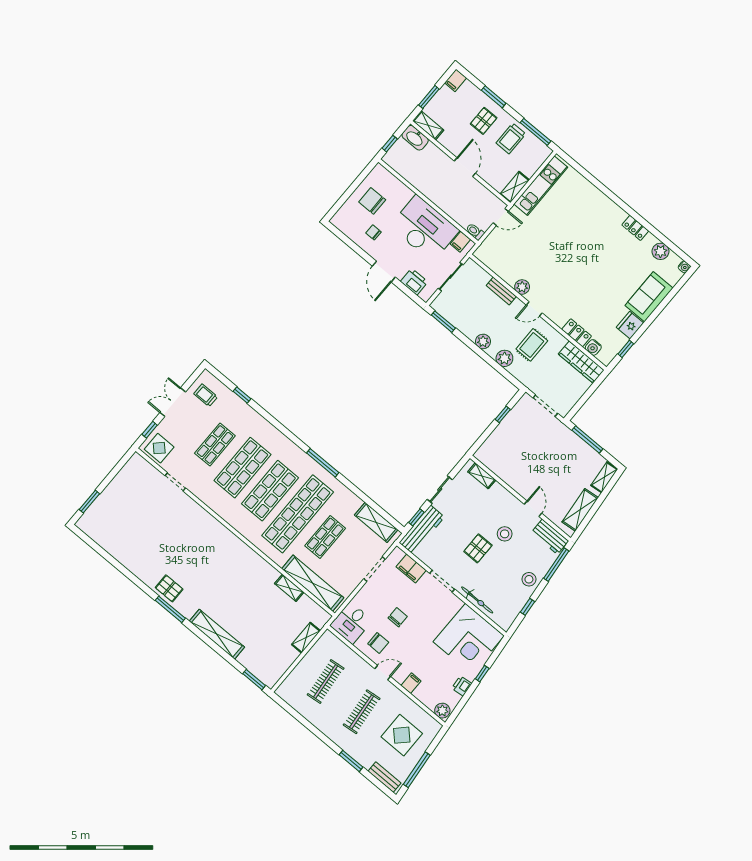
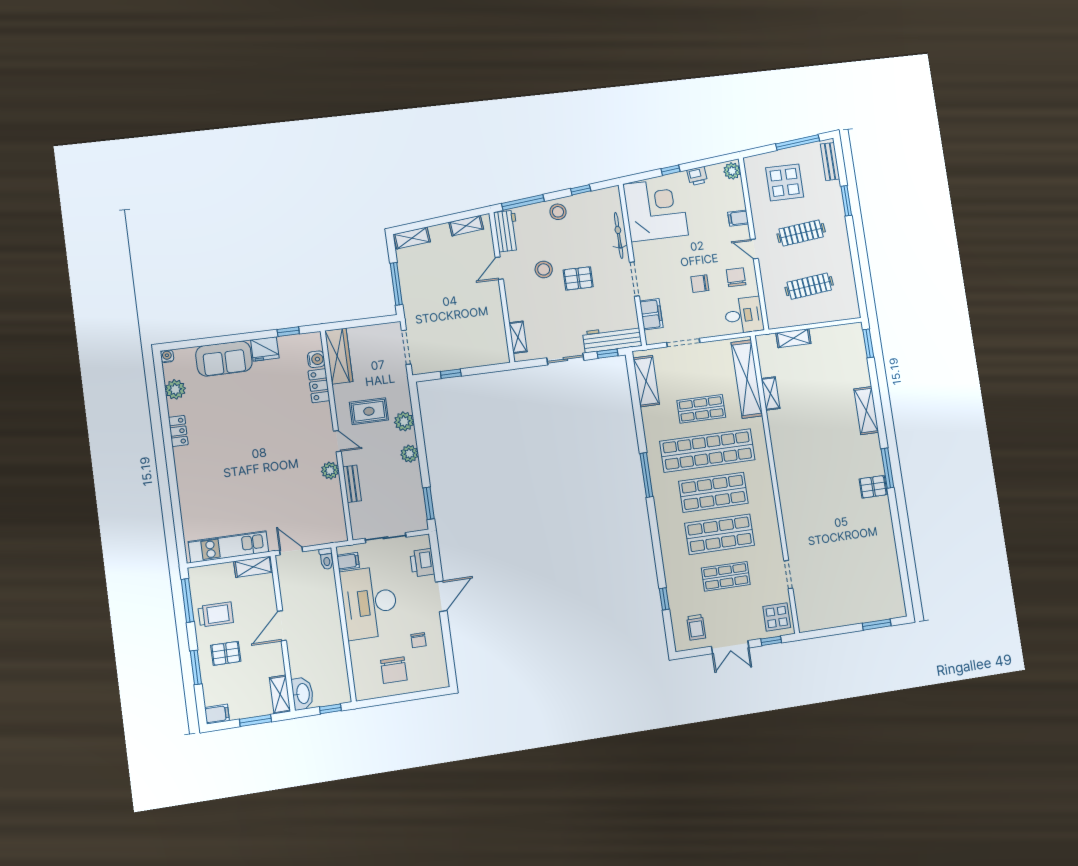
shelving: (580, 510) -> (466, 226), width x0.67, depth x0.75
pallet: (169, 588) -> (873, 487), turned 90
shelving: (217, 634) -> (866, 411), width x0.68

